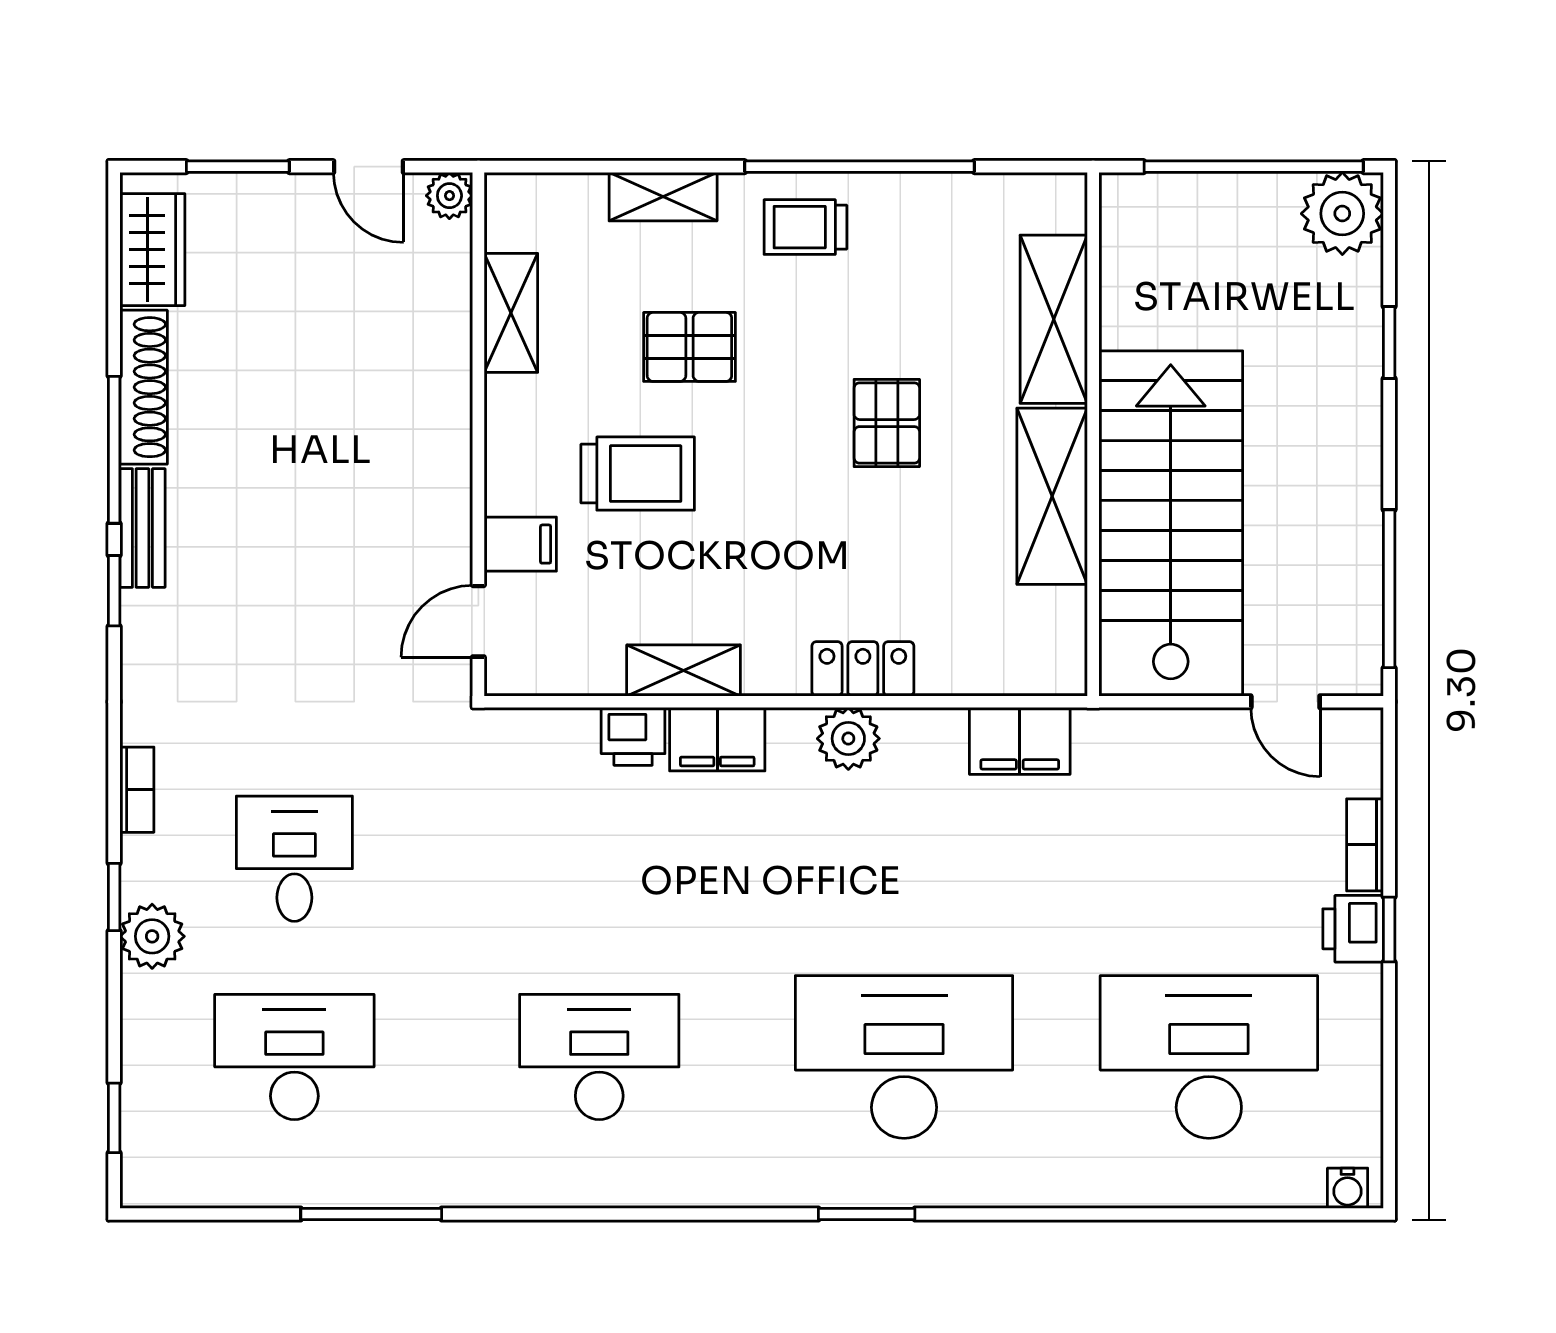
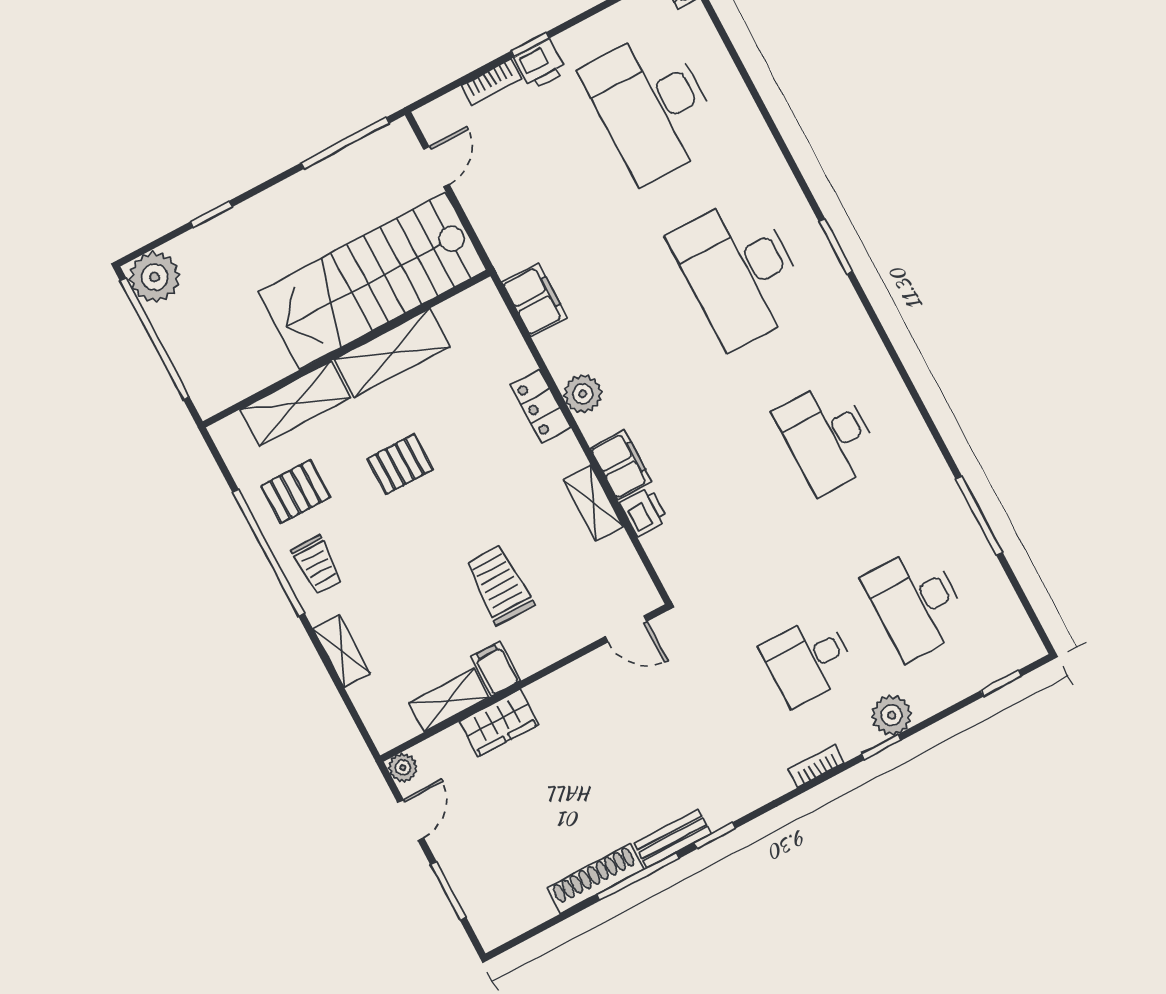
wardrobe: (152, 250) -> (499, 723), moved, turned 180
pallet: (689, 347) -> (296, 492), moved, turned 90
filing cabinet: (520, 544) -> (496, 669), moved

